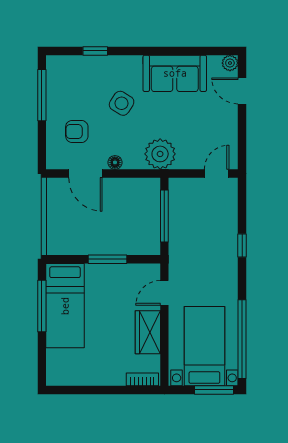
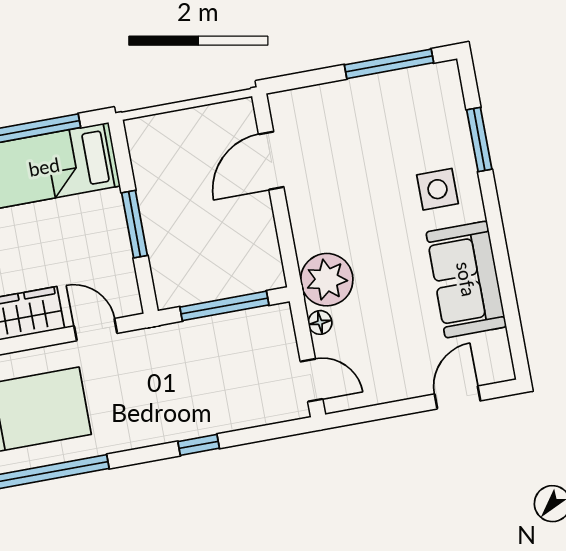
window: (95, 51) -> (479, 139), width x1.50
plant: (230, 63) -> (500, 369), removed
side table: (122, 103) -> (438, 189), moved, turned -32
armchair: (77, 131) -> (339, 133), removed
floor lamp: (115, 162) -> (320, 322), moved

